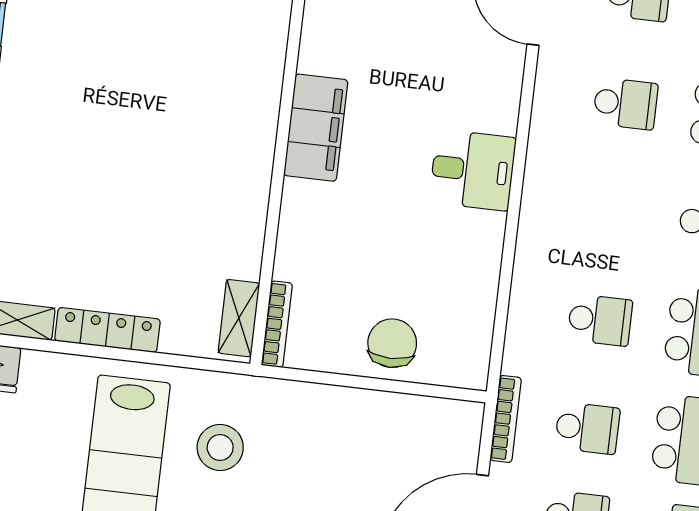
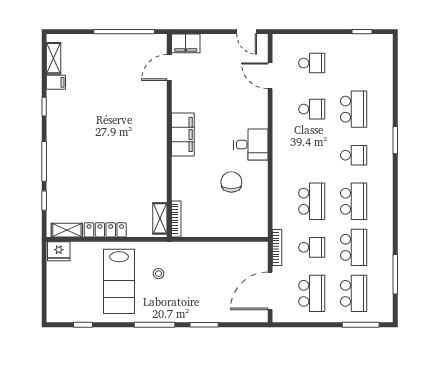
school desk: (600, 320) -> (312, 201), width x1.85
chair: (392, 343) -> (231, 182), moved
stool: (220, 448) -> (158, 274), width x0.53, depth x0.53

